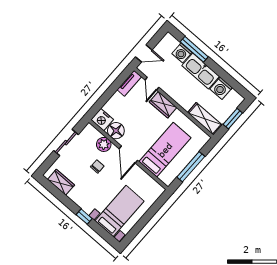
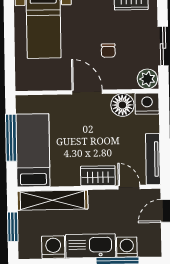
tv unit: (129, 83) -> (153, 159), width x1.41
shelving: (205, 119) -> (52, 200), width x1.47
plant: (104, 144) -> (147, 79), moved
bed: (165, 150) -> (33, 150), moved, turned 180

